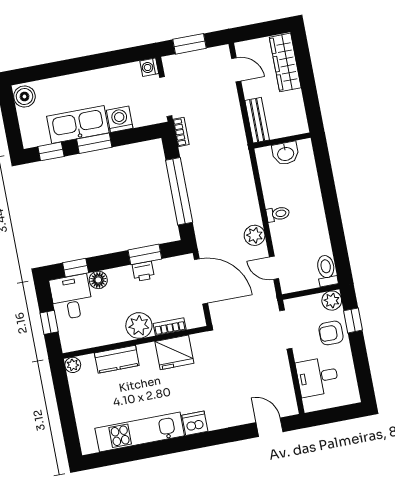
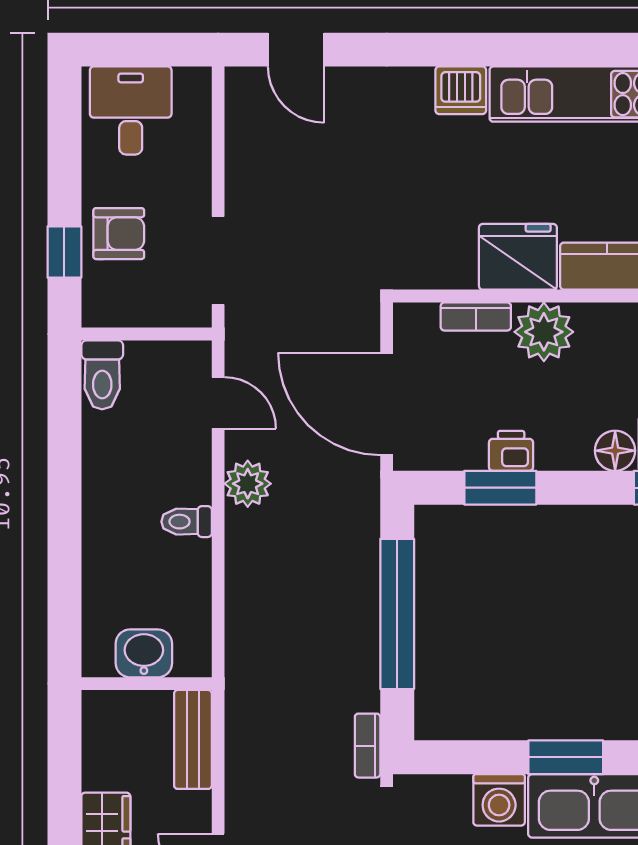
plant: (332, 301) -> (103, 306), removed
fridge: (174, 352) -> (518, 257), moved
desk: (317, 377) -> (131, 111), moved, turned -90

